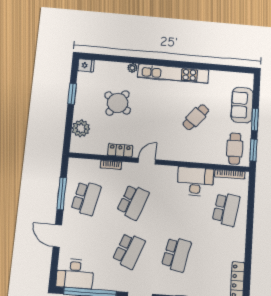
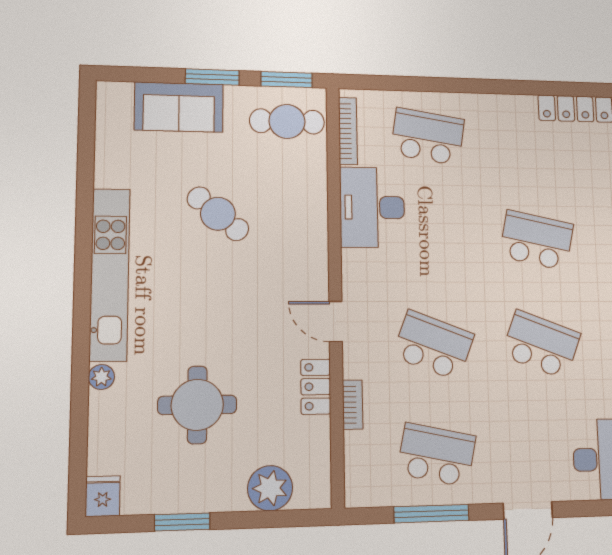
round table: (118, 103) -> (197, 405), turned -36

